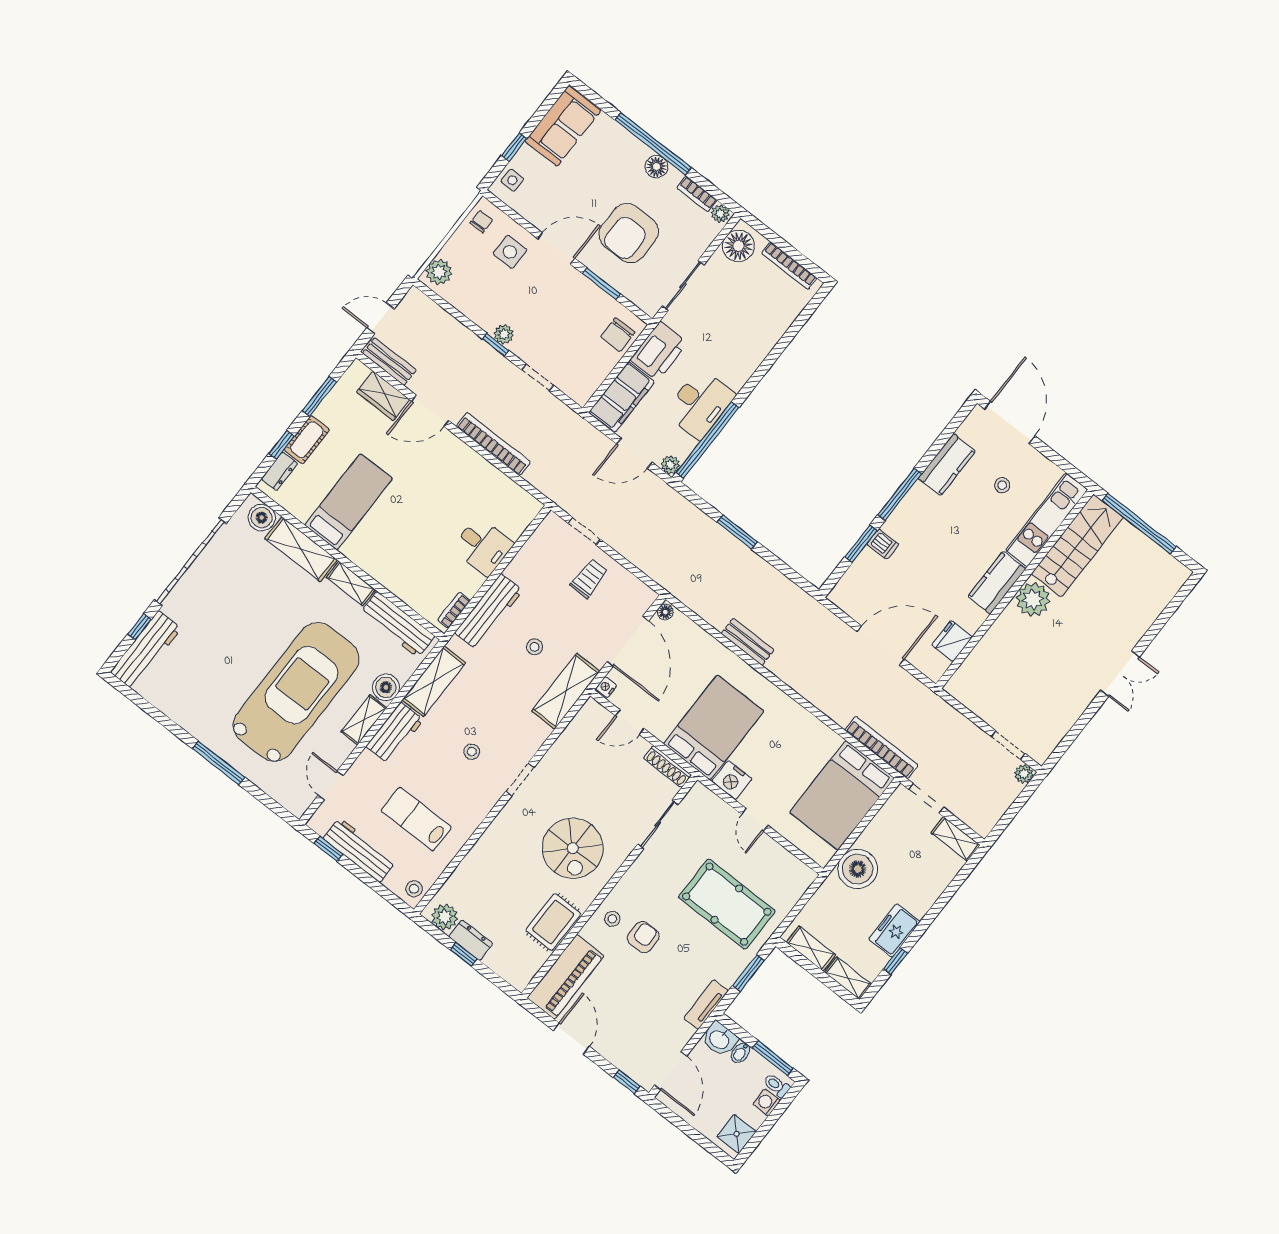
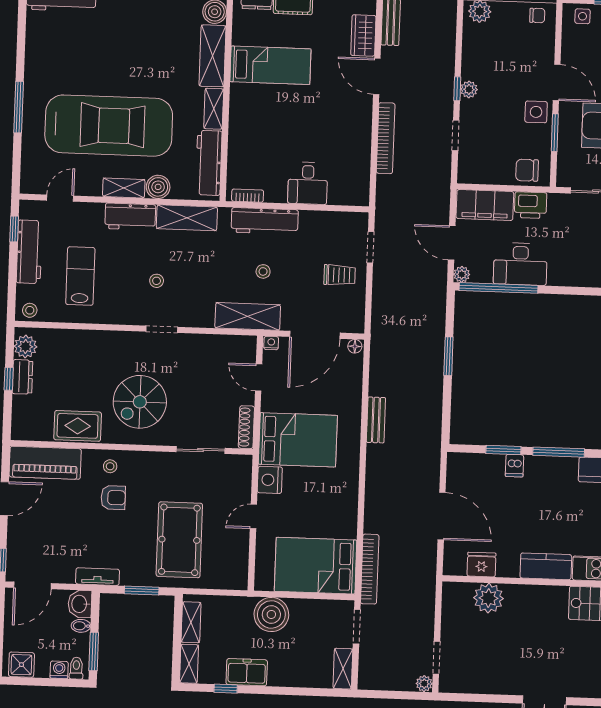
side table: (510, 252) -> (536, 112), moved
printer: (659, 351) -> (531, 205), width x0.73, depth x0.84
plant: (1033, 599) -> (488, 598), moved

